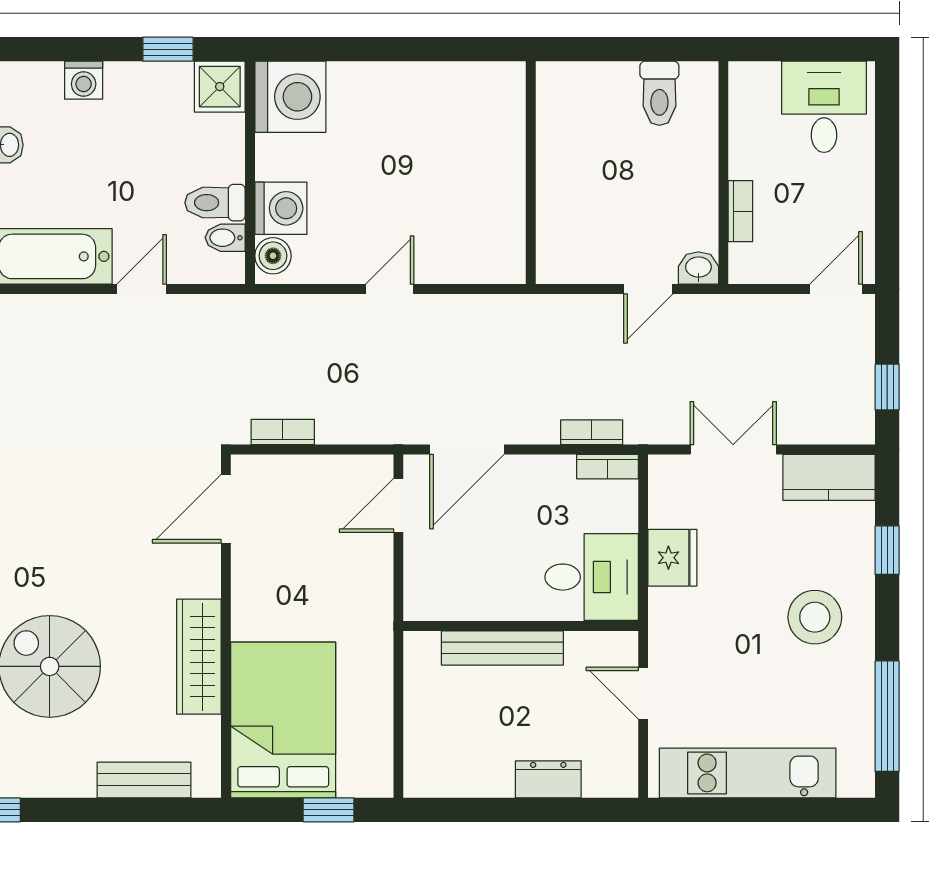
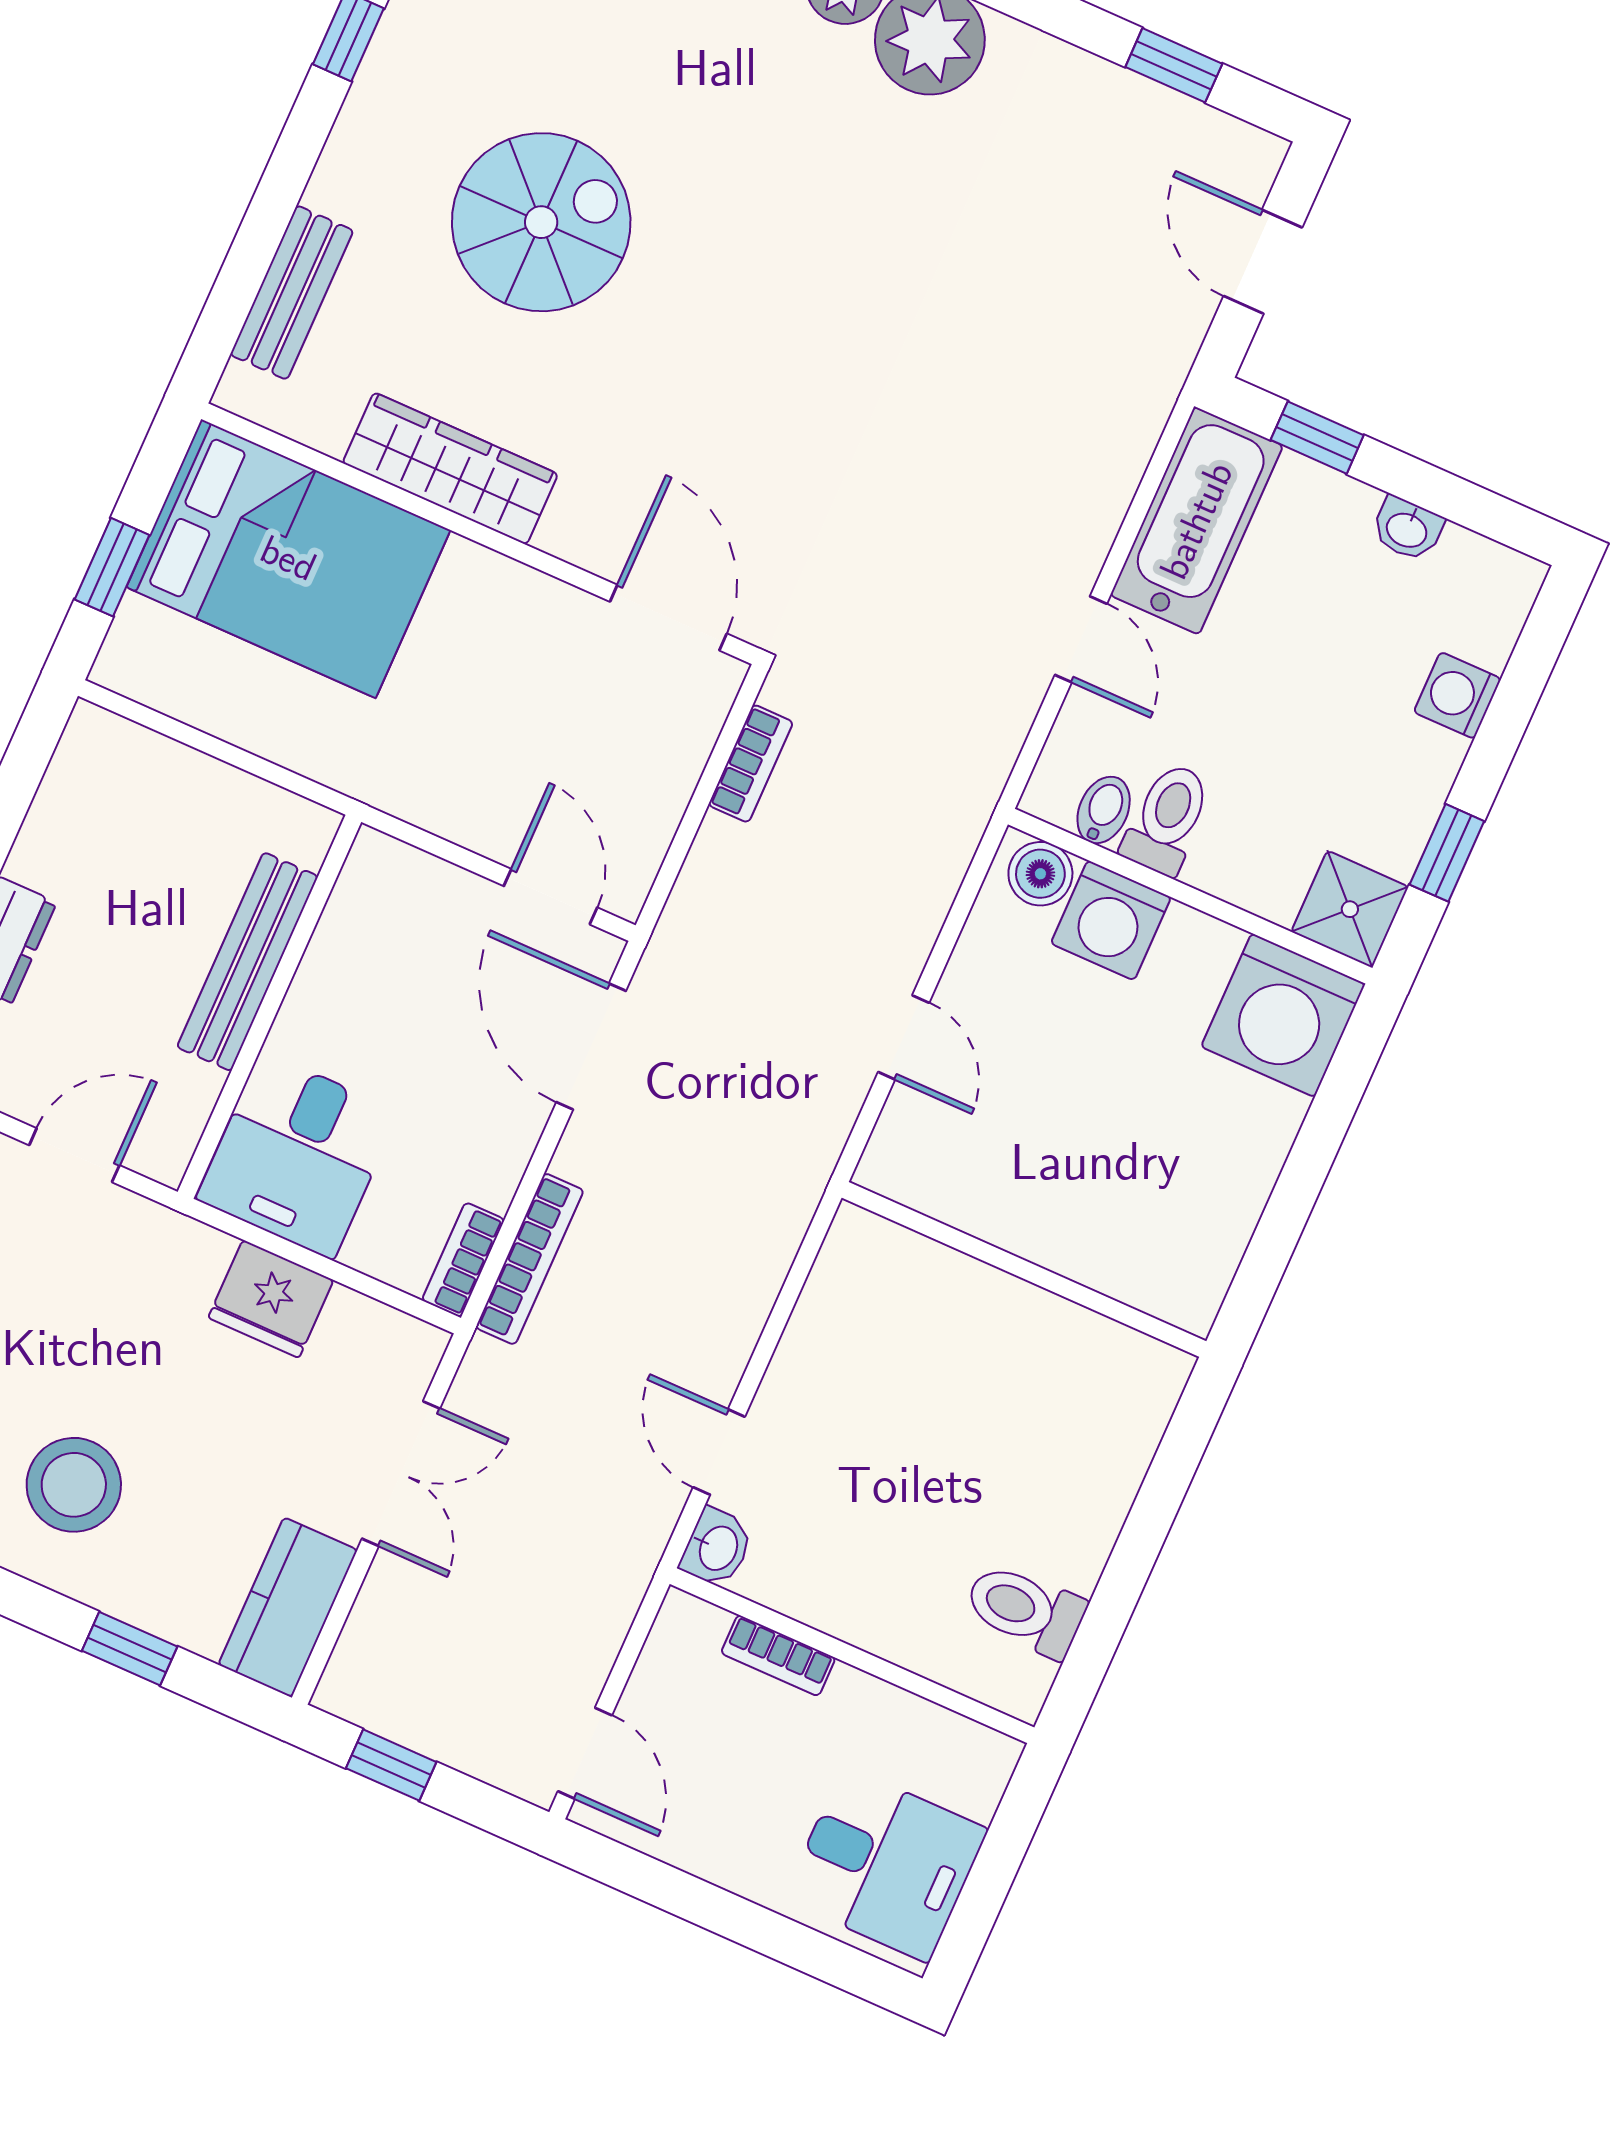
wall: (531, 173) -> (1024, 1269), moved
bookcase: (592, 432) -> (530, 1259), width x1.56

